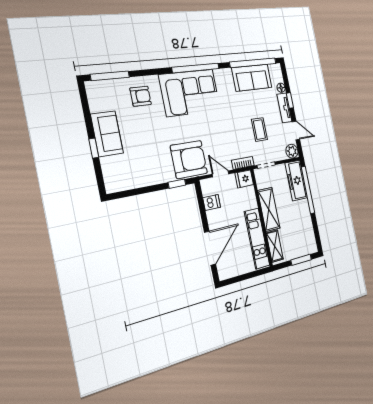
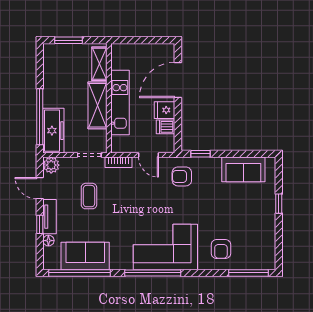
armchair: (141, 96) -> (221, 249), turned -90
sofa: (107, 134) -> (243, 169), moved, turned -90
armchair: (189, 159) -> (182, 176), width x0.53, depth x0.53
fridge: (244, 179) -> (165, 110), moved, turned 180
kitchen unit: (257, 238) -> (120, 102), moved

